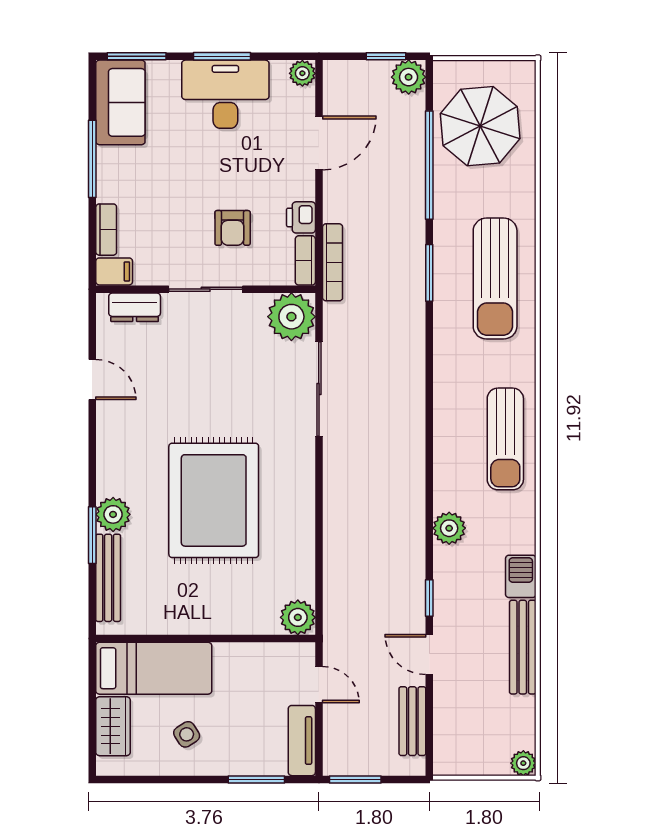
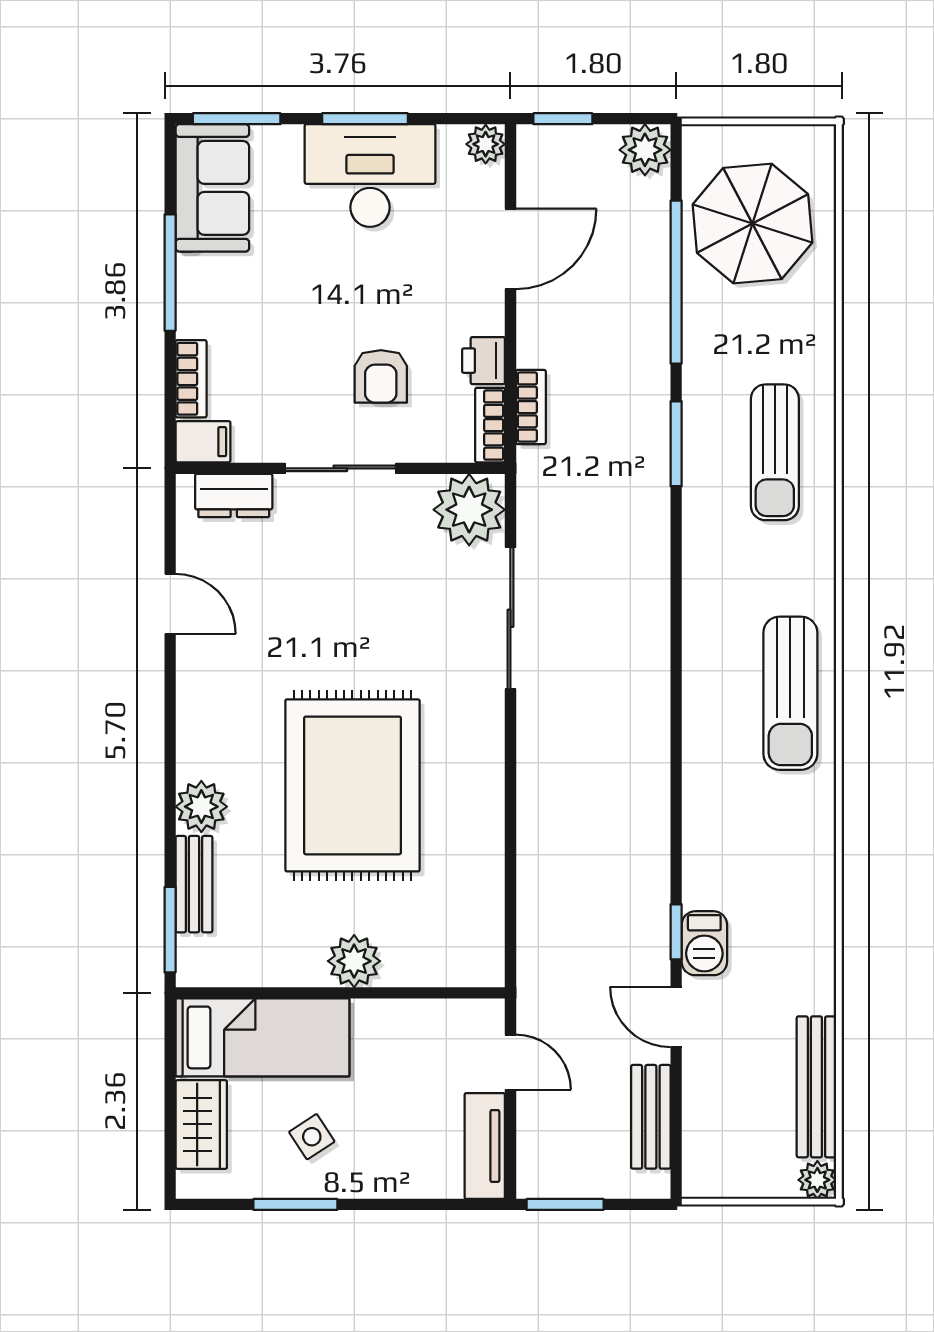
window: (386, 56) -> (563, 119), moved
bookcase: (333, 262) -> (531, 407), width x0.64
sun lounger: (495, 279) -> (775, 452), width x0.73, depth x0.75
plant: (449, 528) -> (706, 827), removed
window: (92, 535) -> (170, 930), moved
barbecue: (521, 576) -> (704, 943), moved, turned 180
bench: (108, 578) -> (194, 884), width x0.73
plant: (298, 617) -> (354, 961), moved
bench: (523, 647) -> (816, 1087), moved
window: (256, 779) -> (295, 1204), moved

